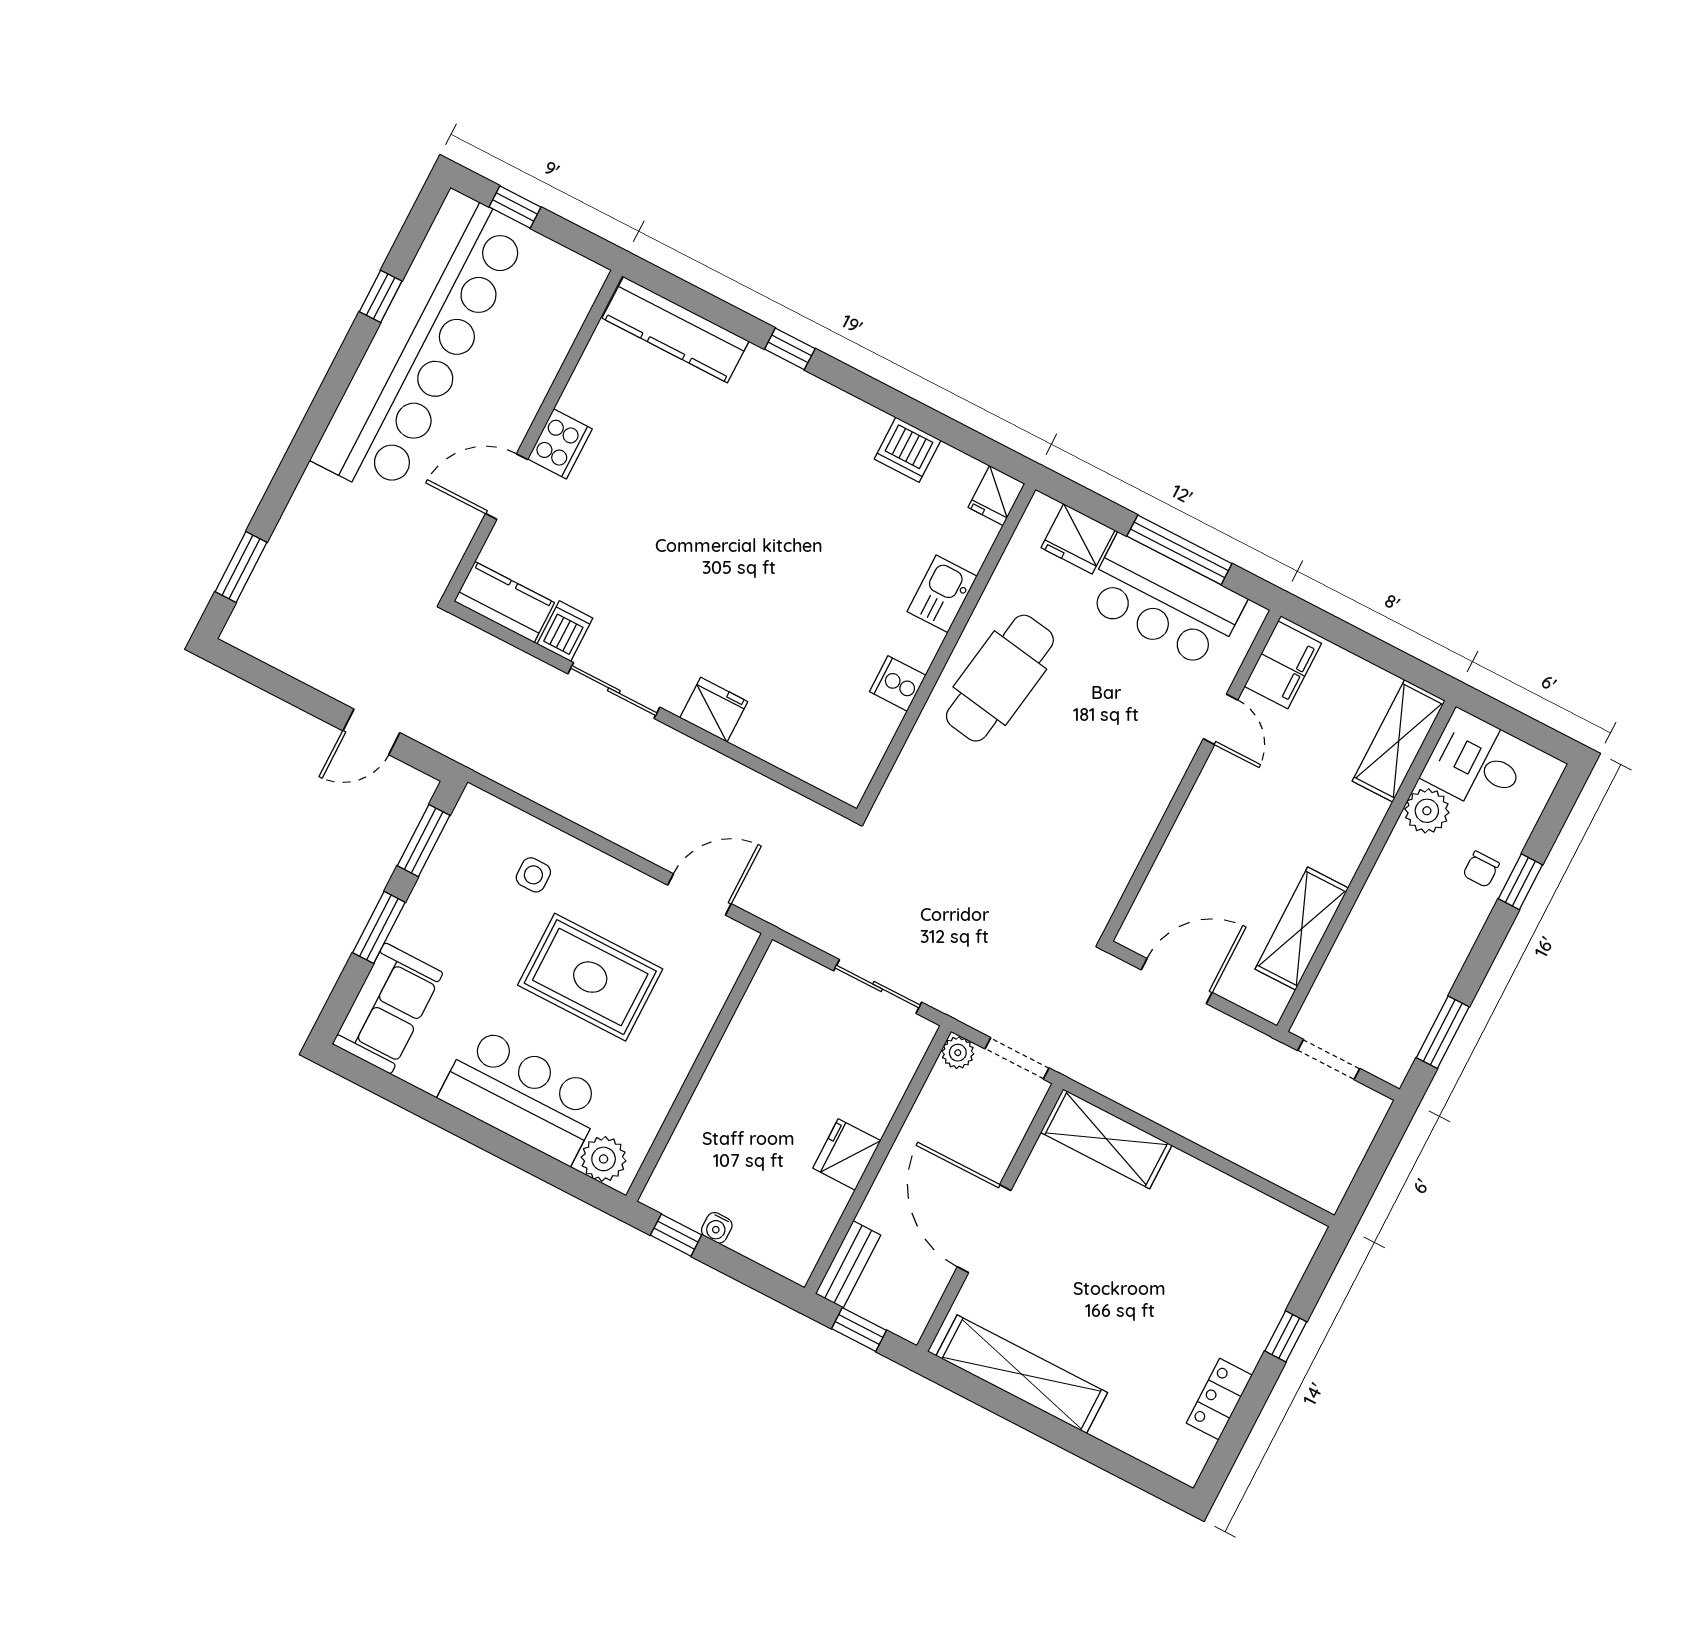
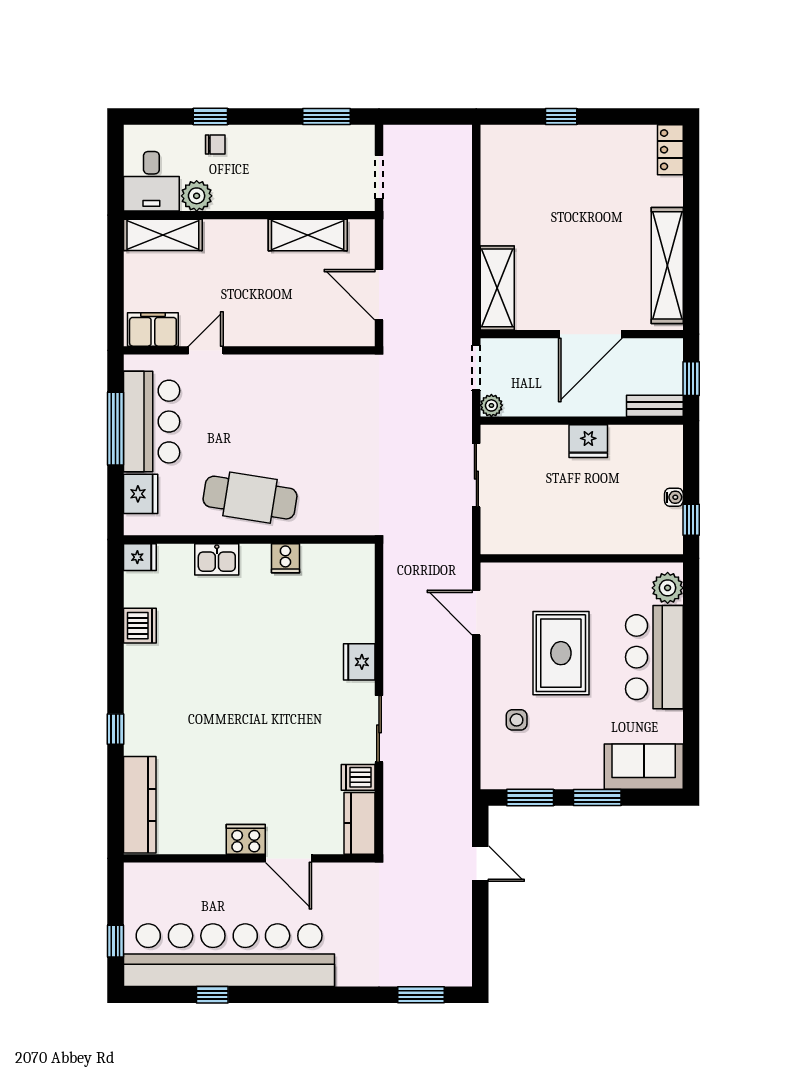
locker: (1219, 1399) -> (670, 150), moved, turned 90

